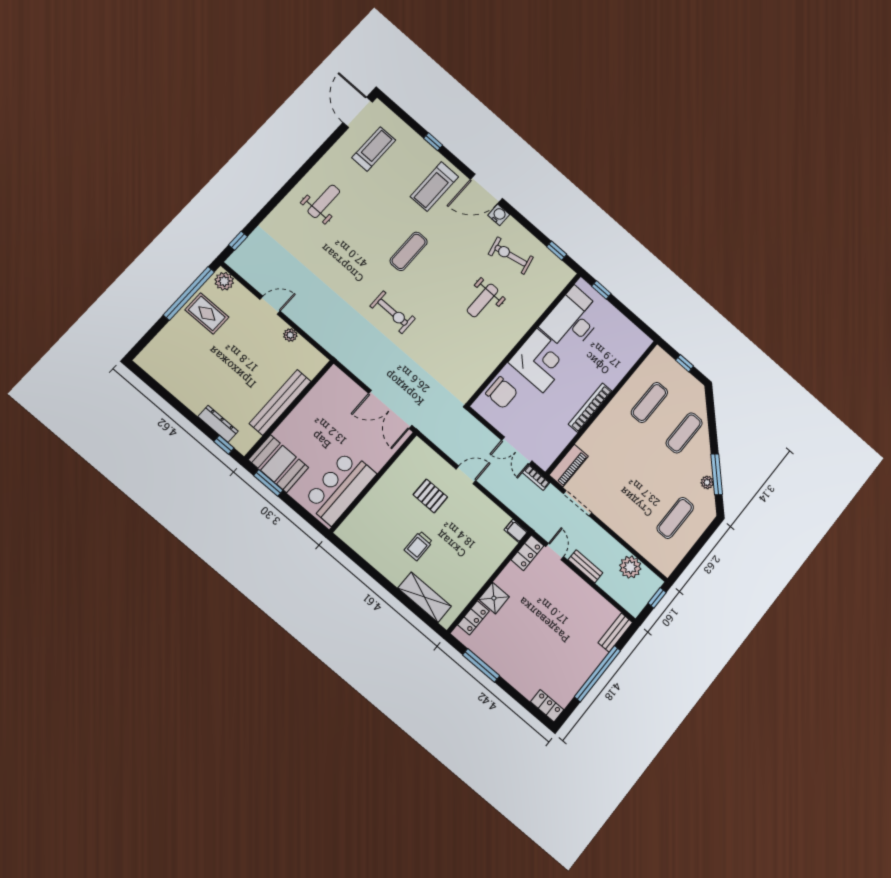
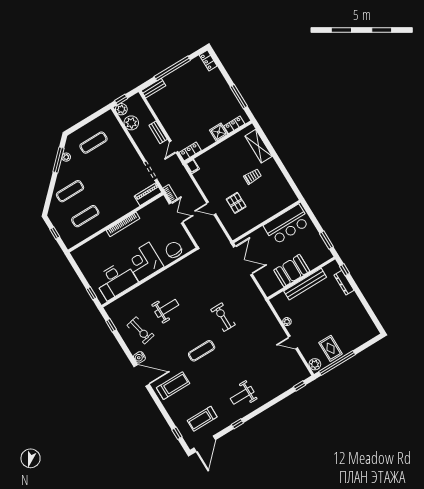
window: (433, 142) -> (177, 433), moved
window: (317, 156) -> (237, 424), added
booth: (278, 464) -> (292, 271), moved, turned 90
plant: (652, 583) -> (121, 109), added

